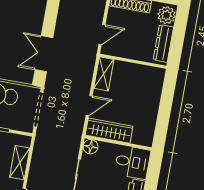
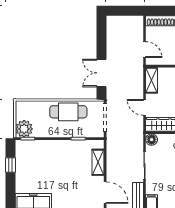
door: (102, 35) -> (144, 50), hinge flipped
door: (89, 106) -> (144, 107), swing flipped

